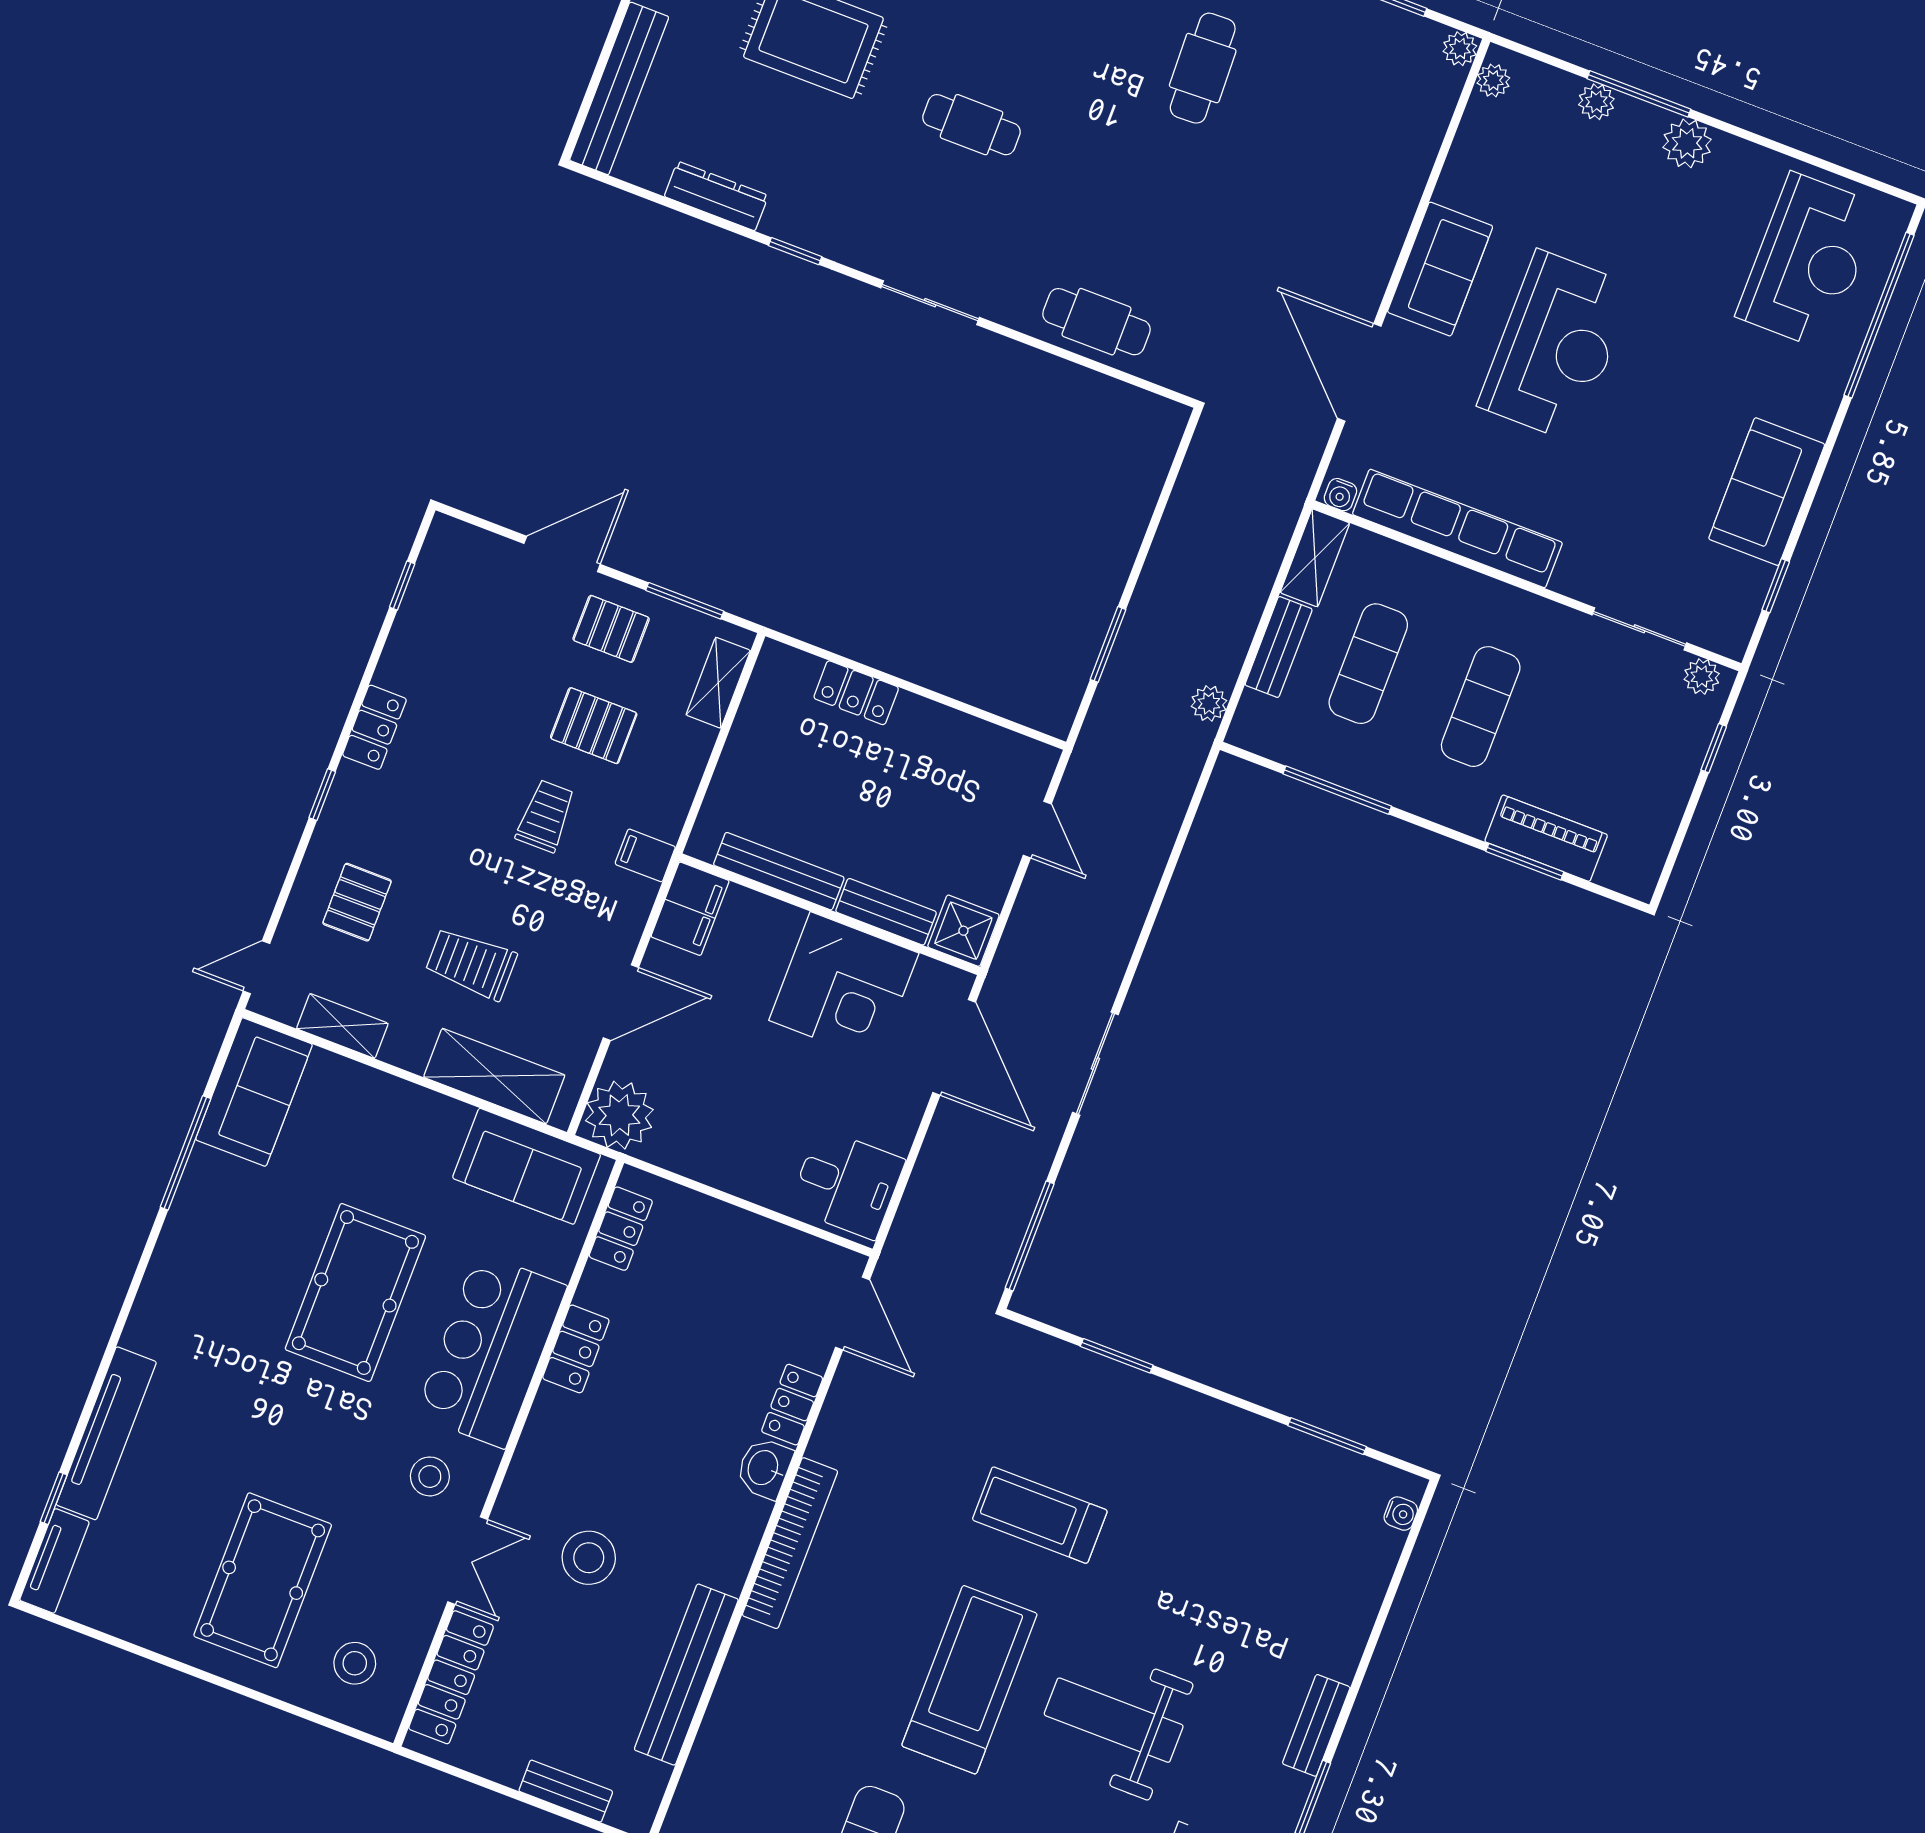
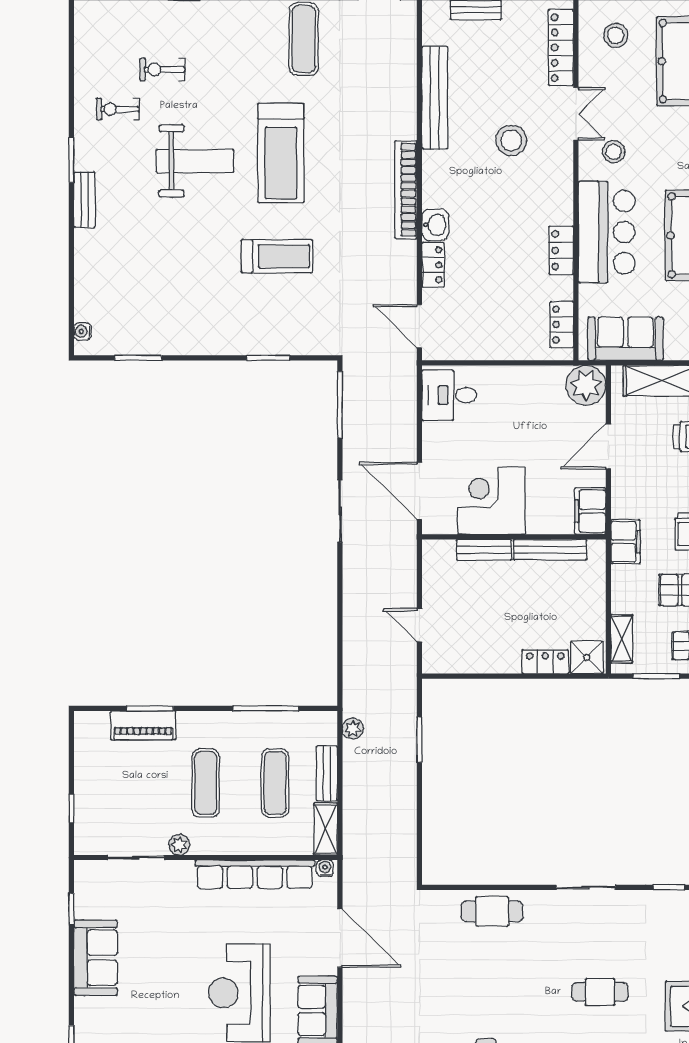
plant: (1702, 677) -> (179, 845), moved
filing cabinet: (645, 855) -> (625, 542), width x2.00
shower: (963, 931) -> (587, 657), moved
double door: (468, 1561) -> (576, 114), swing flipped

